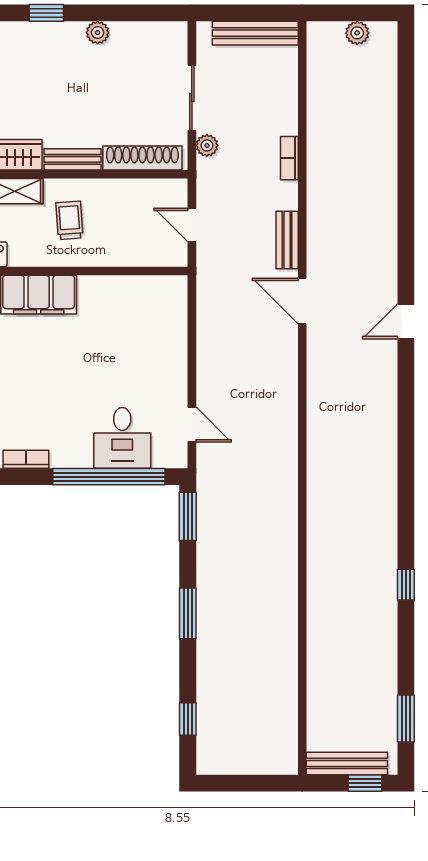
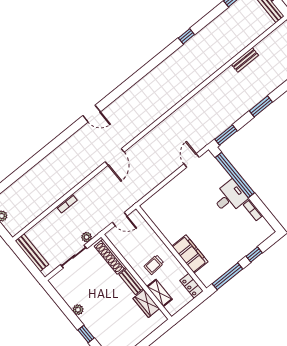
door: (192, 225) -> (120, 219), hinge flipped
bench: (287, 240) -> (245, 60), moved
desk: (122, 438) -> (230, 197), moved

